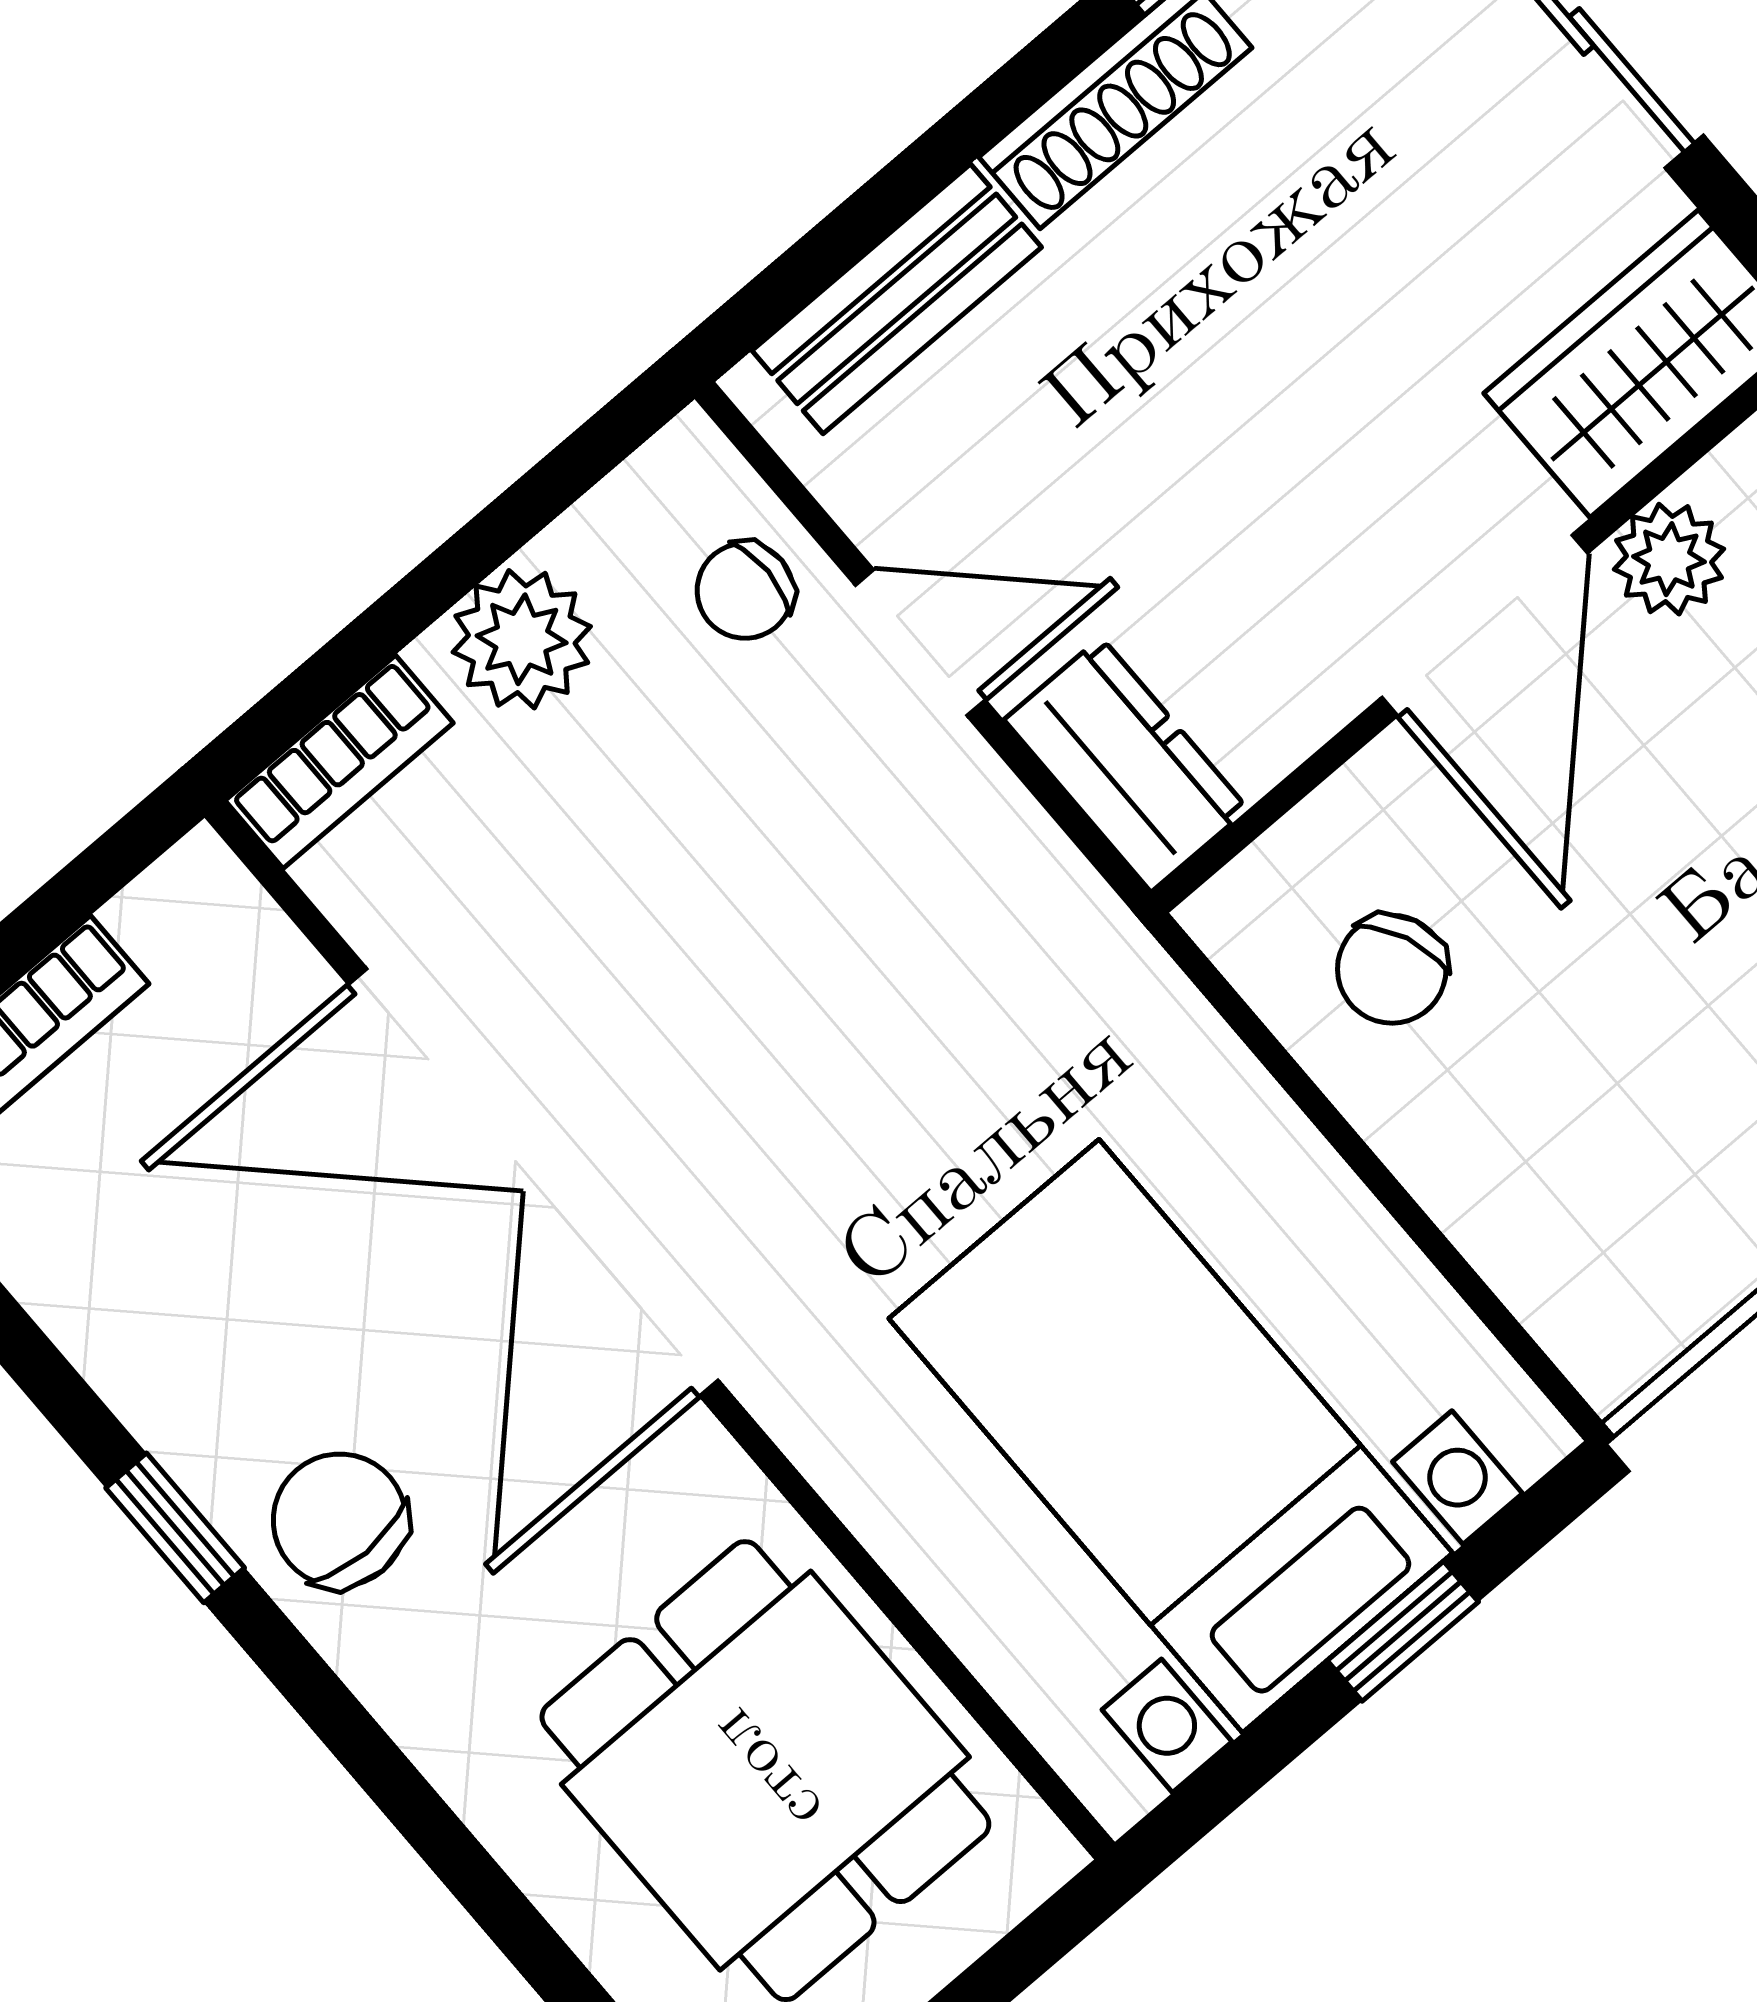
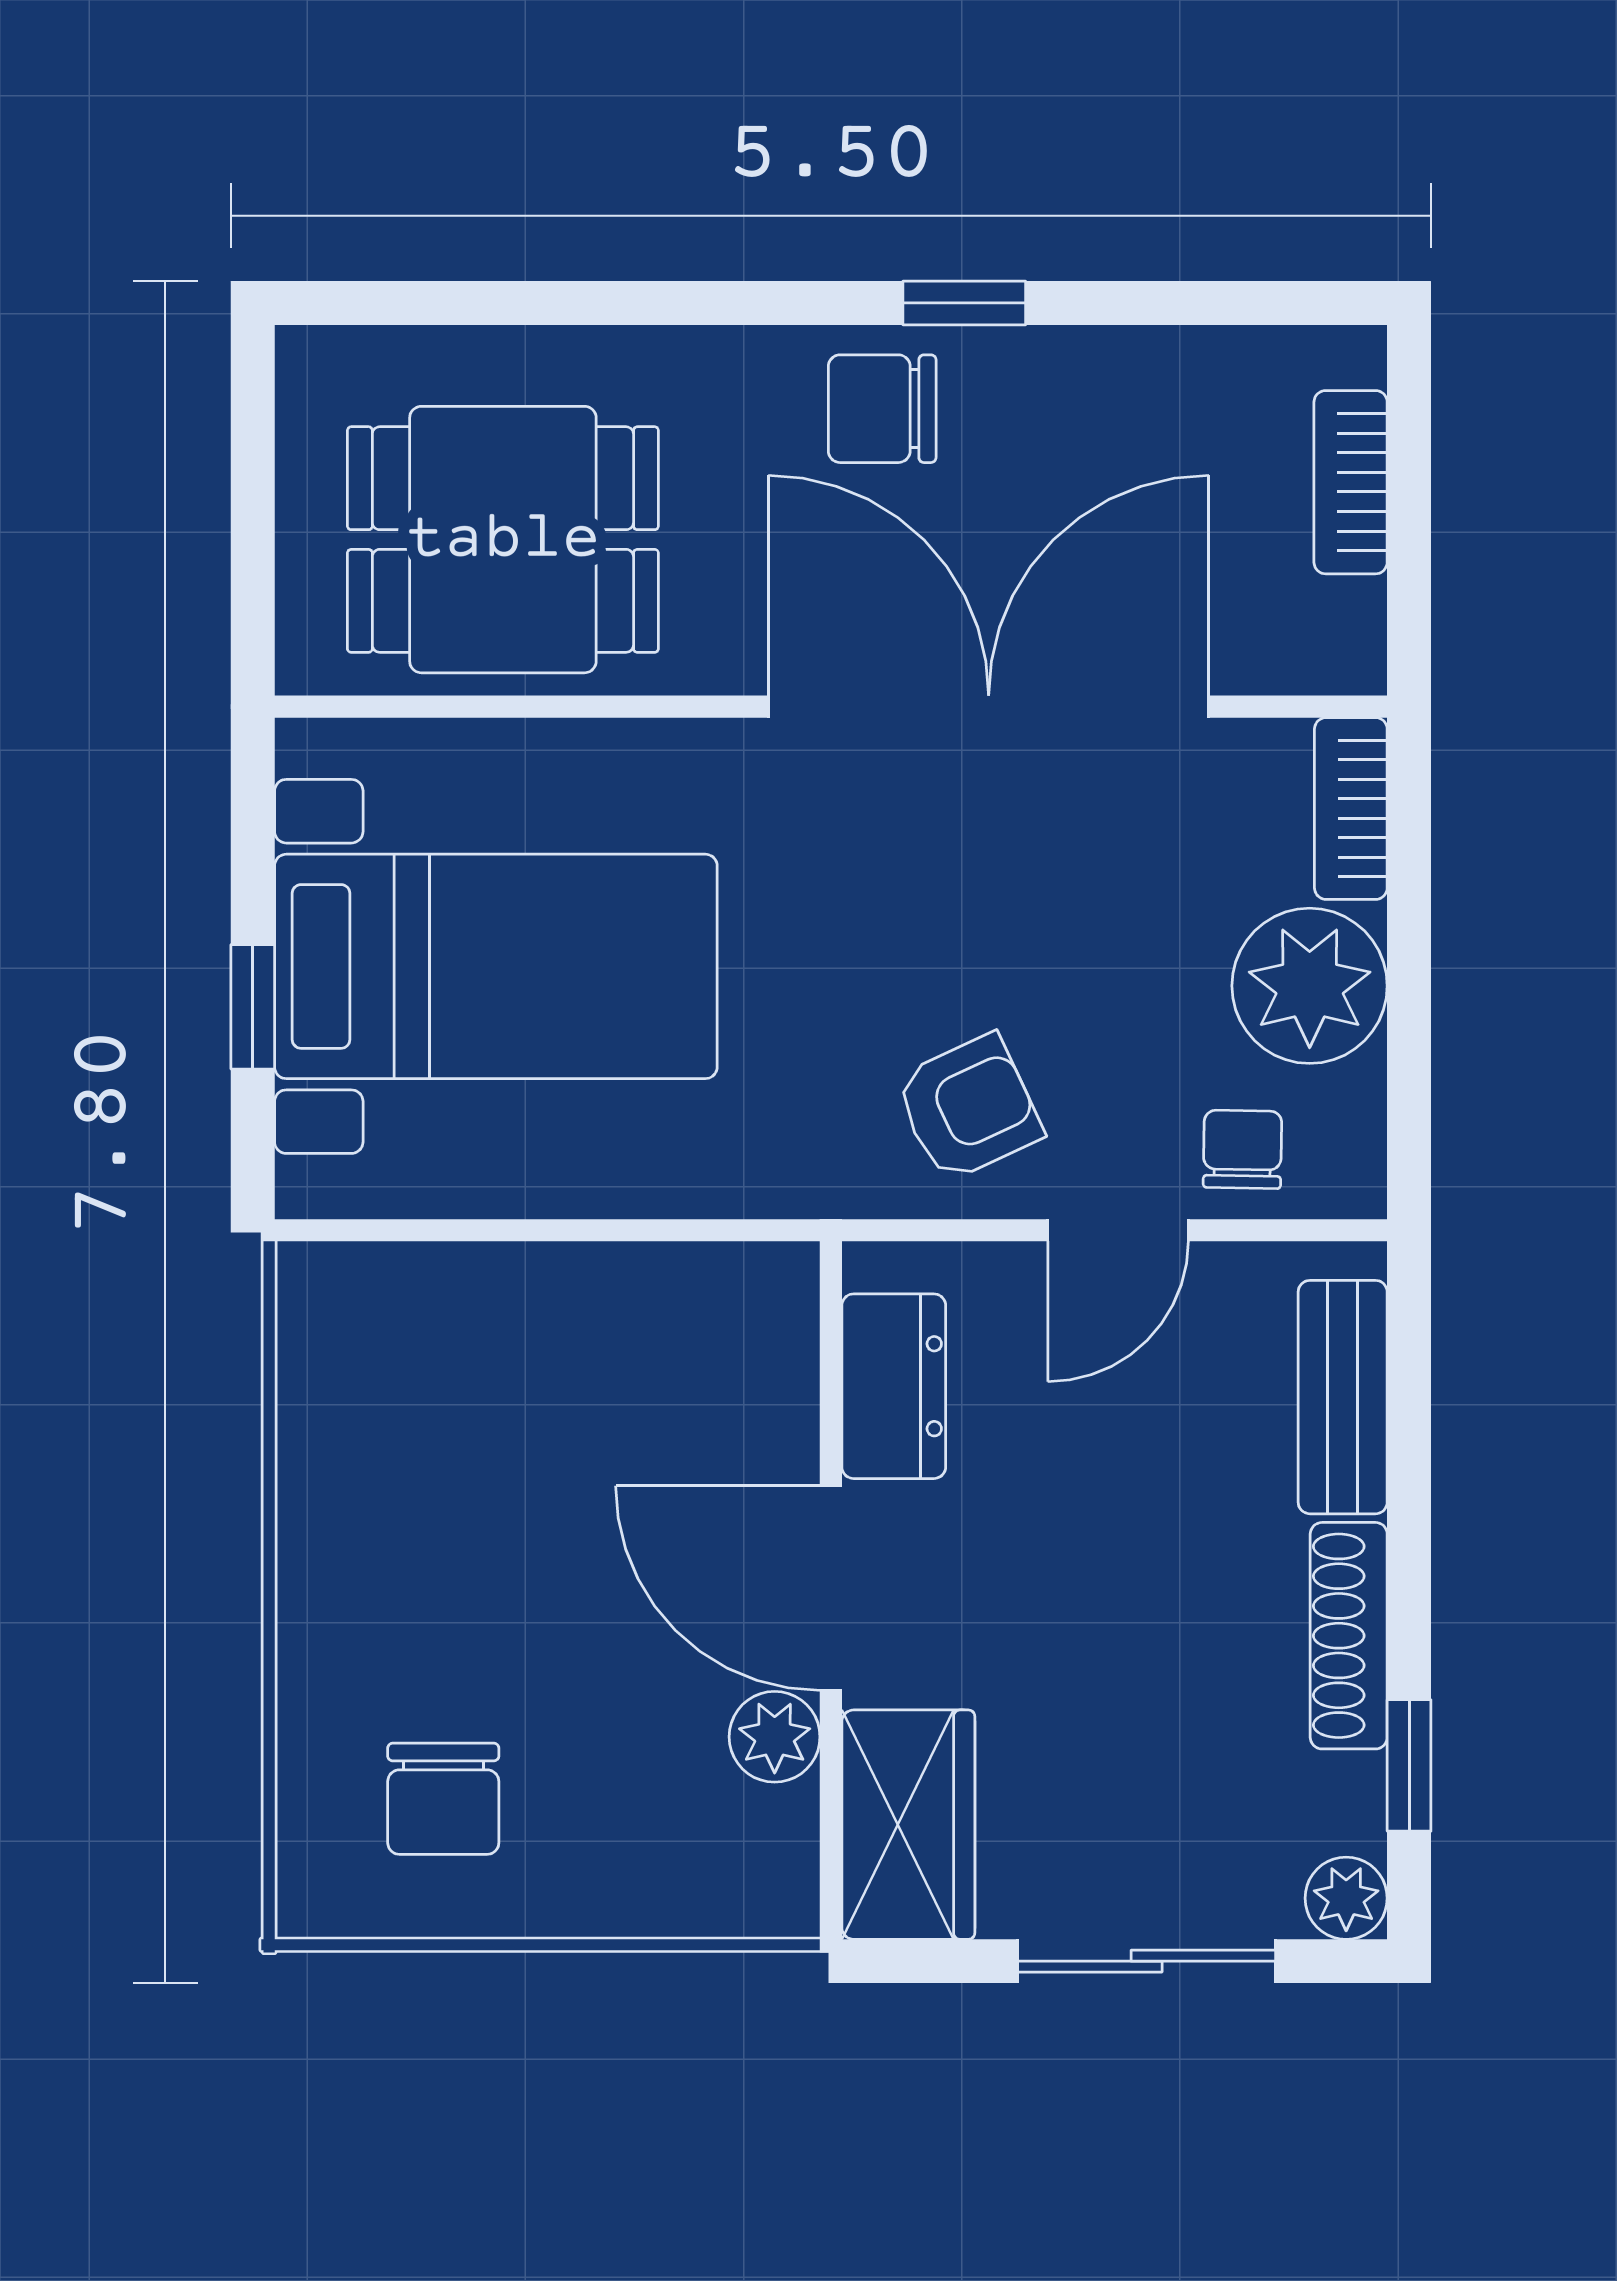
plant: (522, 639) -> (1310, 986), width x1.36, depth x1.36
dresser: (1126, 765) -> (894, 1386), moved, turned -90
armchair: (925, 881) -> (968, 1108), added
chair: (1392, 969) -> (668, 1349), removed
chair: (340, 1520) -> (882, 409), turned 180

